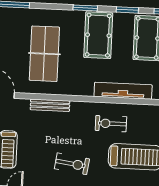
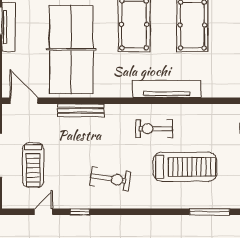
table tennis table: (44, 54) -> (71, 49), width x1.36, depth x1.32

